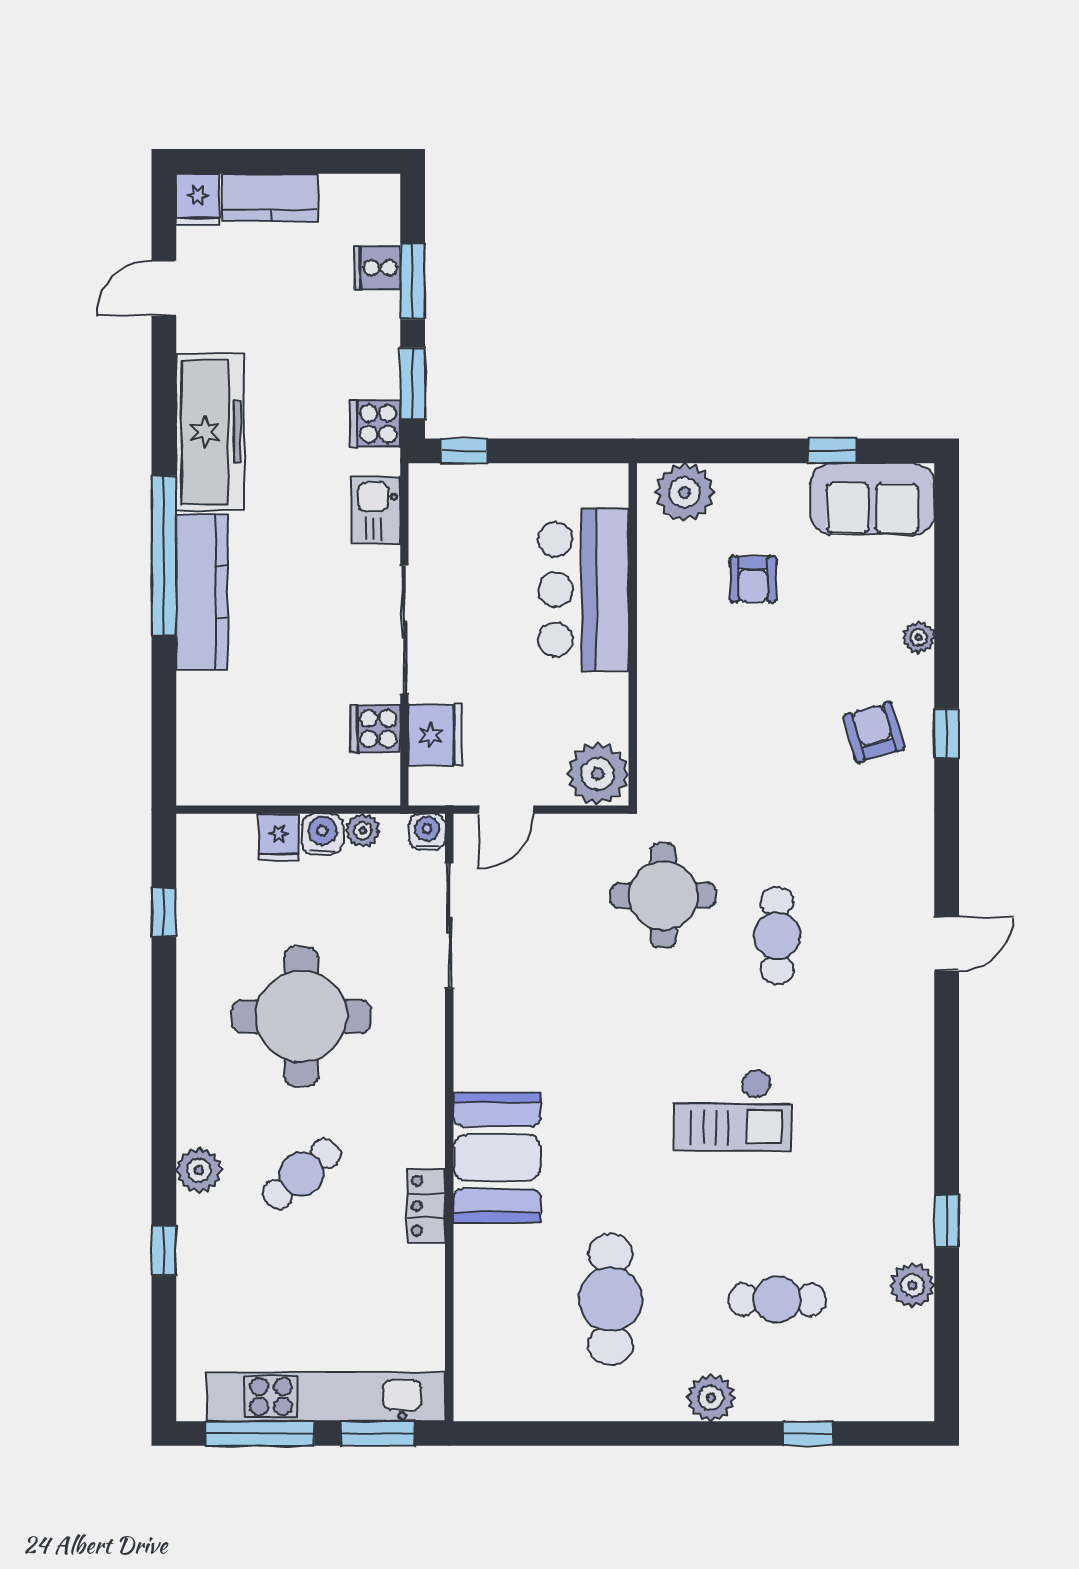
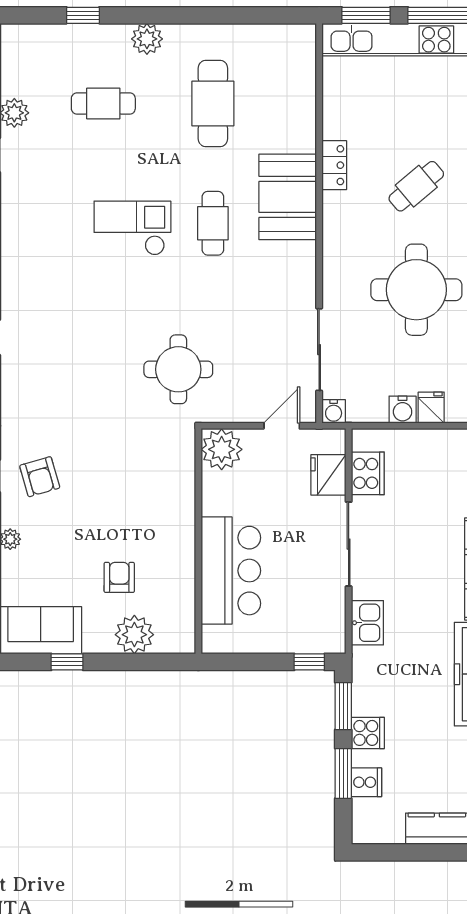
cooker: (375, 424) -> (368, 733), moved
plant: (685, 492) -> (134, 635), moved
cooker: (375, 729) -> (368, 473), width x1.36
plant: (363, 830) -> (376, 412), removed
cafe table: (777, 935) -> (213, 223), moved

